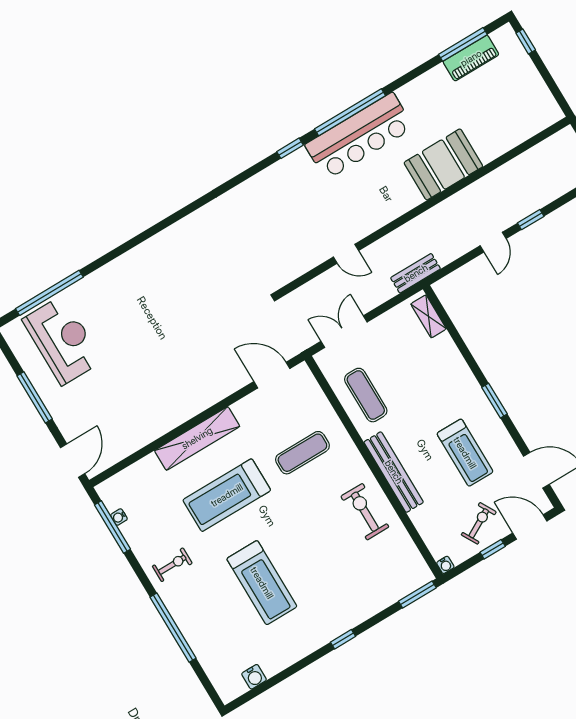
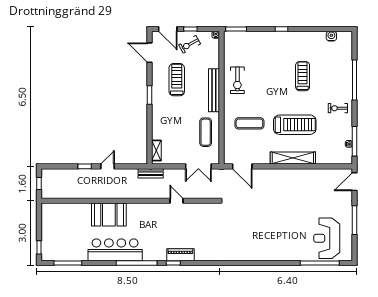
piano: (471, 58) -> (180, 255), moved
bar counter: (359, 136) -> (115, 250), moved
treadmill: (262, 583) -> (303, 76), width x0.73, depth x0.73

